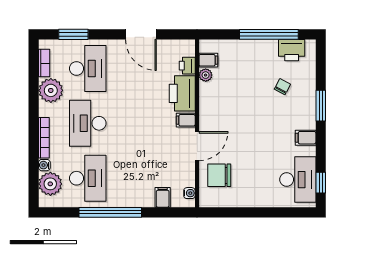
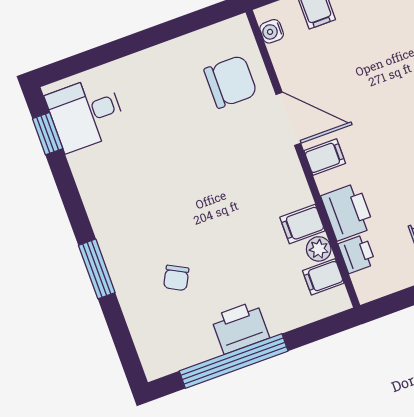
printer: (292, 50) -> (240, 327), moved
printer: (182, 93) -> (347, 212), width x0.73, depth x0.84
filing cabinet: (306, 138) -> (302, 224), moved, turned 180
door: (197, 146) -> (288, 119), swing flipped
desk: (298, 180) -> (86, 114), width x0.73

